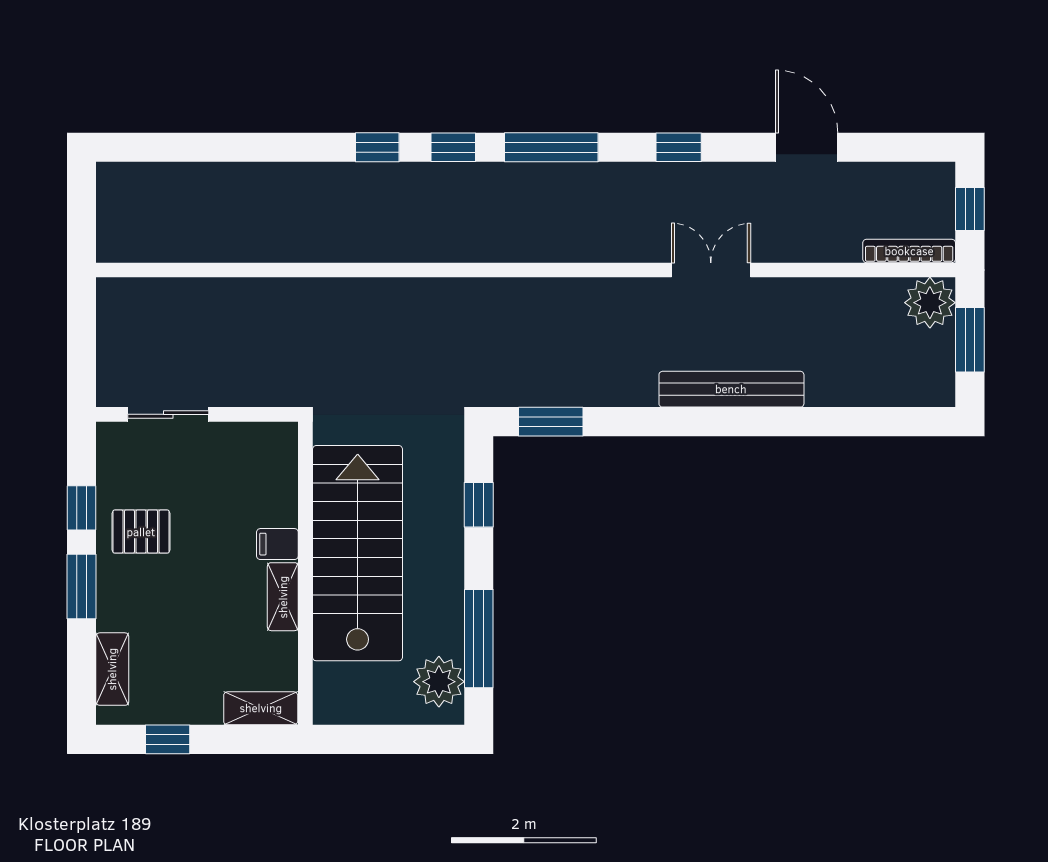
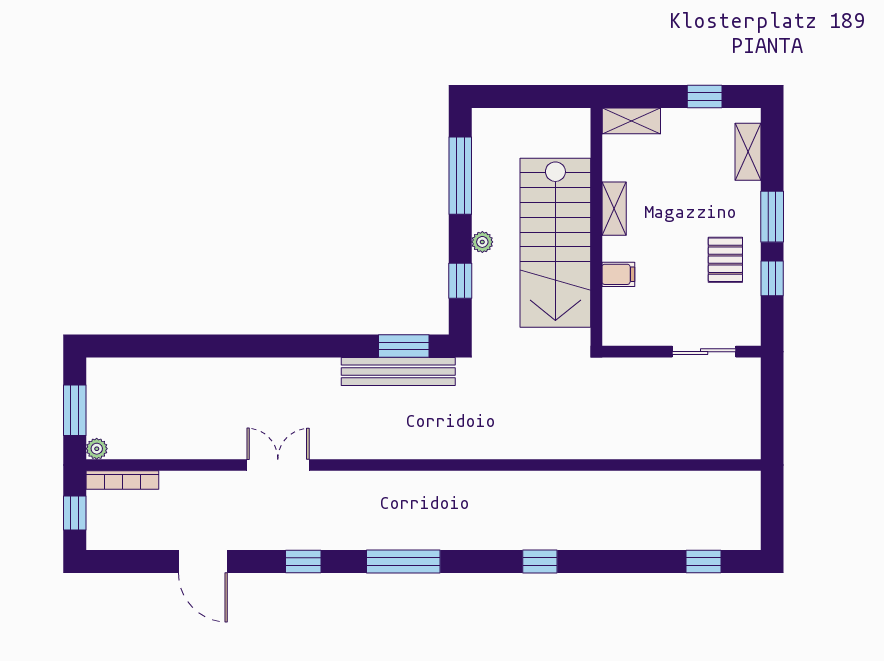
window: (453, 147) -> (703, 561), moved
double door: (711, 270) -> (278, 465), swing flipped
plant: (930, 303) -> (97, 449), width x0.53, depth x0.53
bench: (731, 389) -> (398, 371), moved
pallet: (141, 532) -> (725, 260), turned 90
filing cabinet: (277, 544) -> (618, 274), moved
plant: (439, 682) -> (482, 242), moved, width x0.53, depth x0.53

